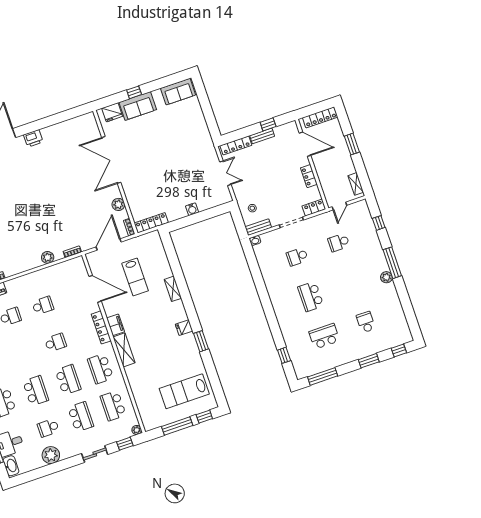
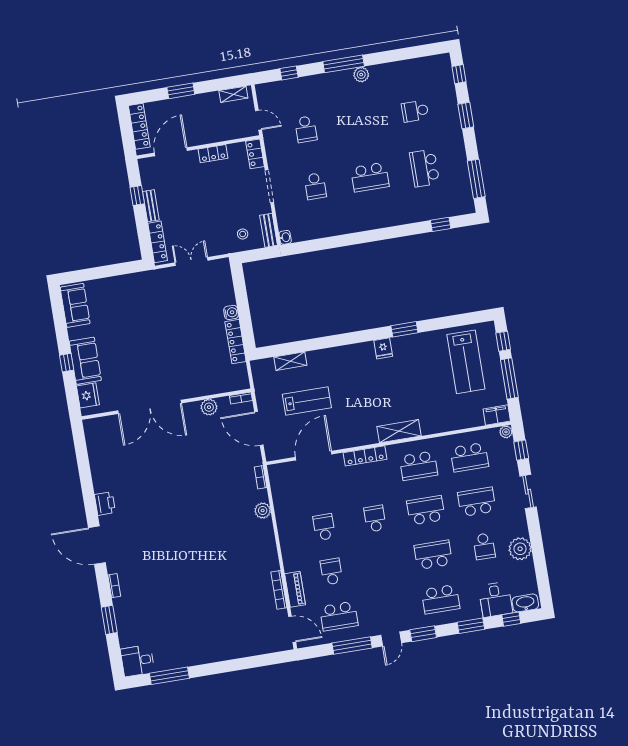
locker: (151, 223) -> (236, 342), moved
shelving: (173, 289) -> (290, 361), moved
filing cabinet: (115, 325) -> (497, 415), moved

